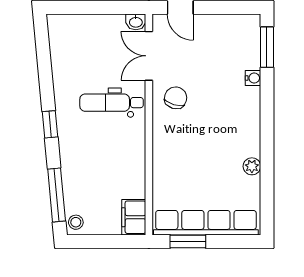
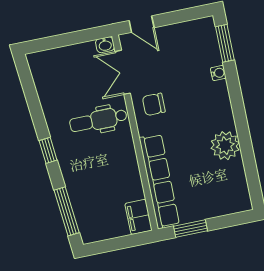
chair: (176, 98) -> (154, 104), turned -107
plant: (252, 166) -> (225, 146), width x1.87, depth x1.87
stool: (76, 222) -> (88, 232), removed
row of seats: (206, 223) -> (159, 181), moved, turned 90

